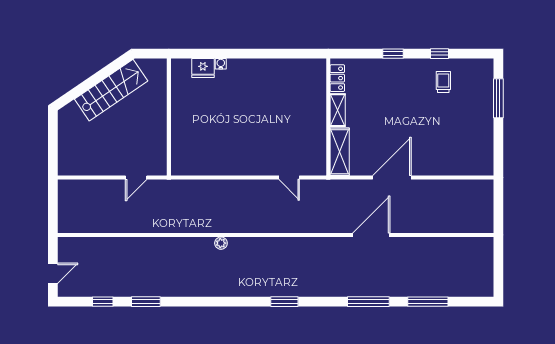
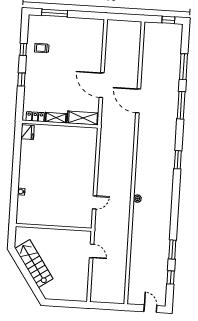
fridge: (203, 68) -> (28, 132), moved
door: (289, 178) -> (95, 202), moved
window: (498, 274) -> (168, 20), added

